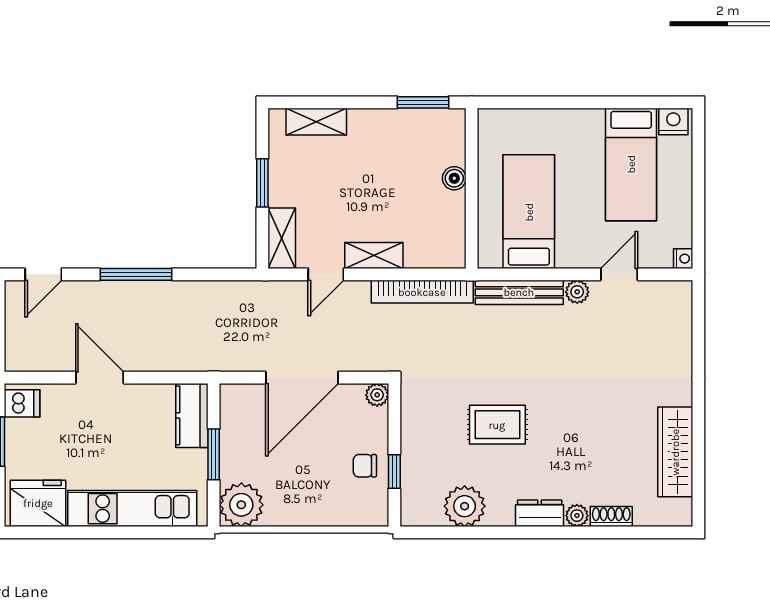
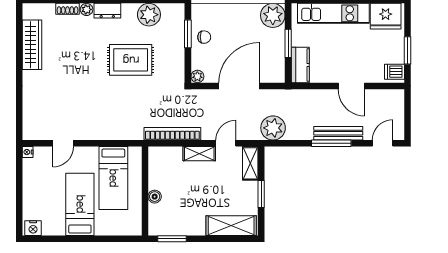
shelving: (316, 122) -> (231, 226), width x1.50, depth x1.33
bed: (631, 164) -> (80, 204), moved
bench: (519, 292) -> (338, 133), moved
plant: (577, 292) -> (273, 128), moved, width x1.88, depth x1.88
rug: (497, 425) -> (131, 60), width x1.36, depth x1.43
window: (394, 472) -> (188, 34), width x1.50

